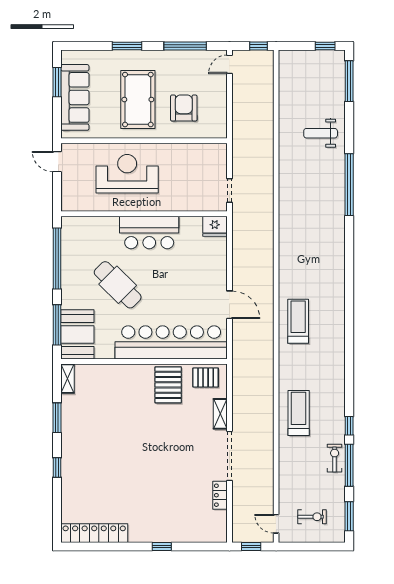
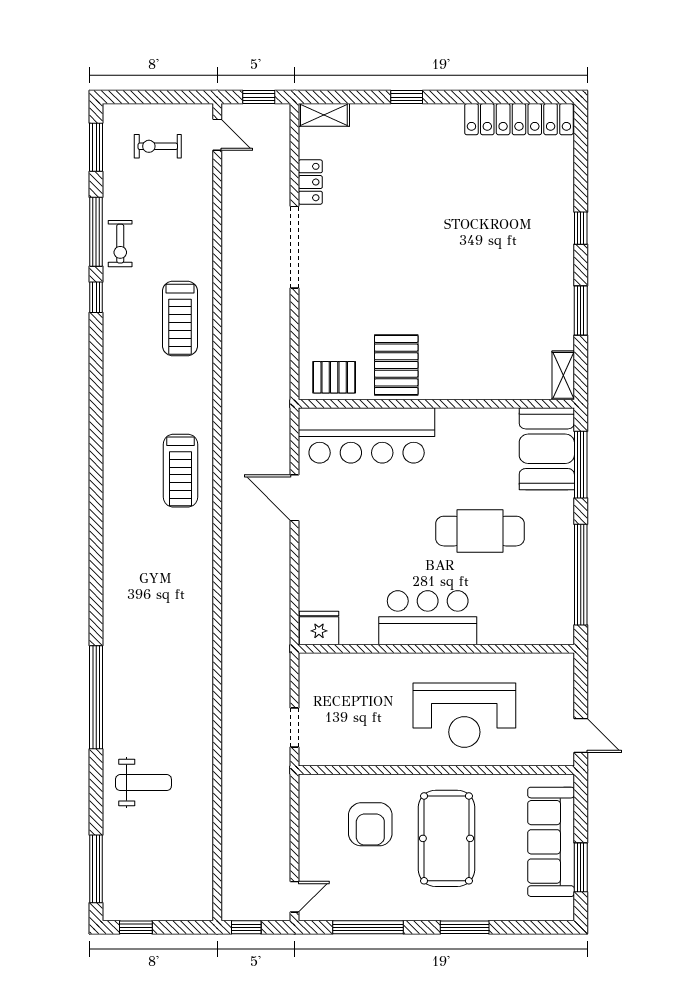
doorway: (229, 191) -> (295, 727), moved
cafe table: (118, 285) -> (480, 531), turned -45
bar counter: (171, 342) -> (367, 435), width x0.73
shelving: (220, 414) -> (324, 115), moved, turned 90

